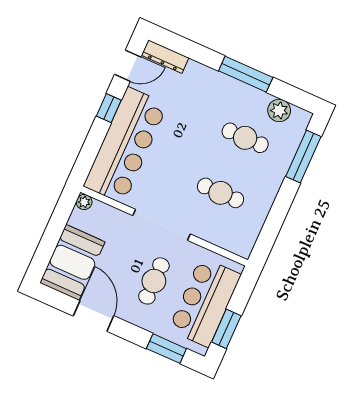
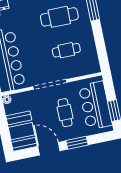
cafe table: (245, 138) -> (59, 17), width x1.37, depth x1.35
window: (166, 349) -> (77, 143), moved

